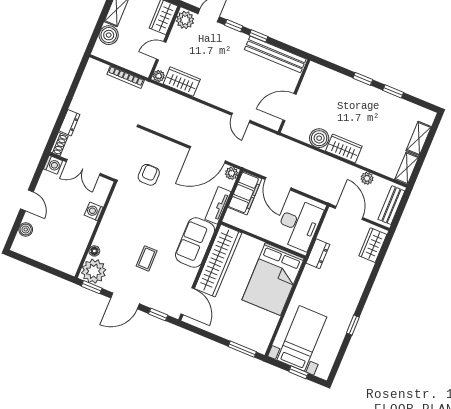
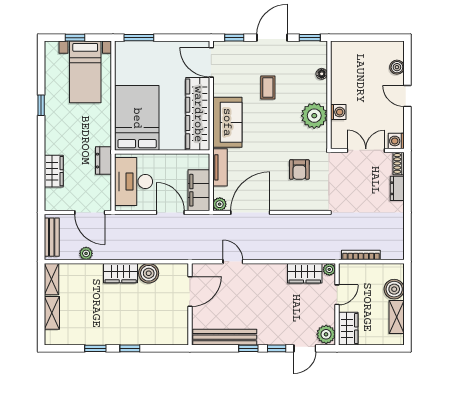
wardrobe: (373, 245) -> (54, 171), moved
plant: (94, 271) -> (314, 116), moved

